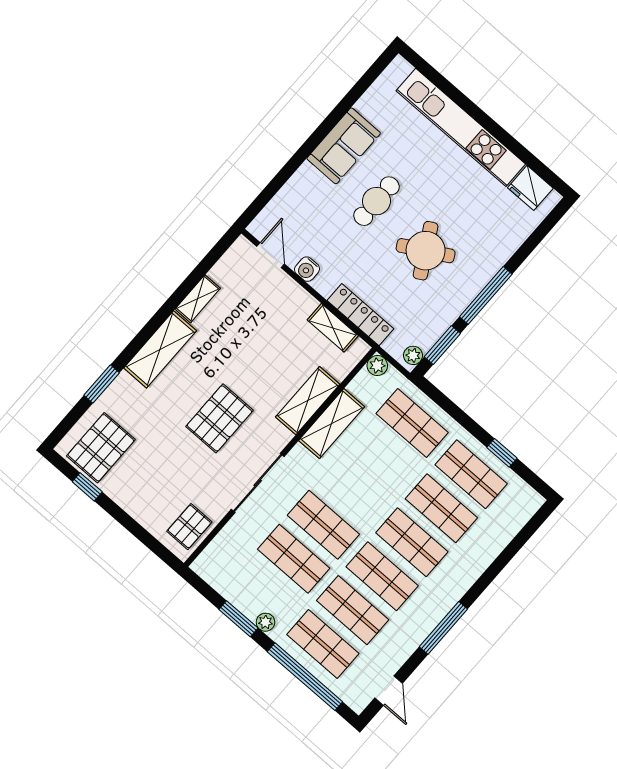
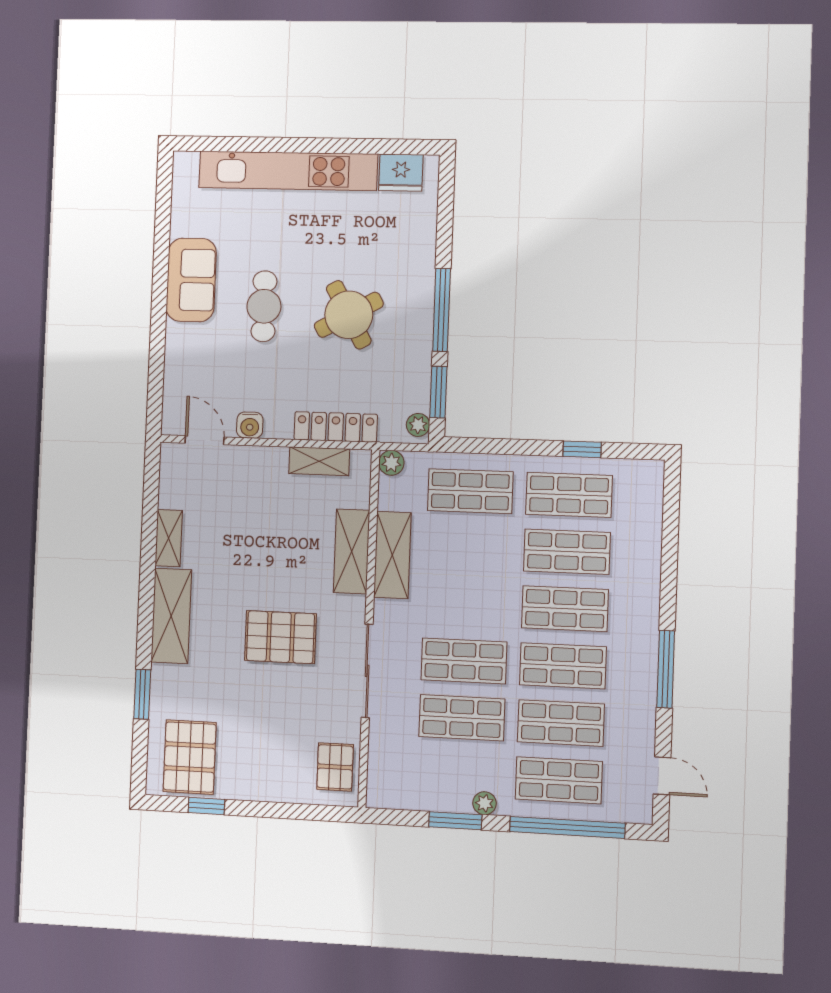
pallet: (220, 418) -> (280, 637), turned 90

